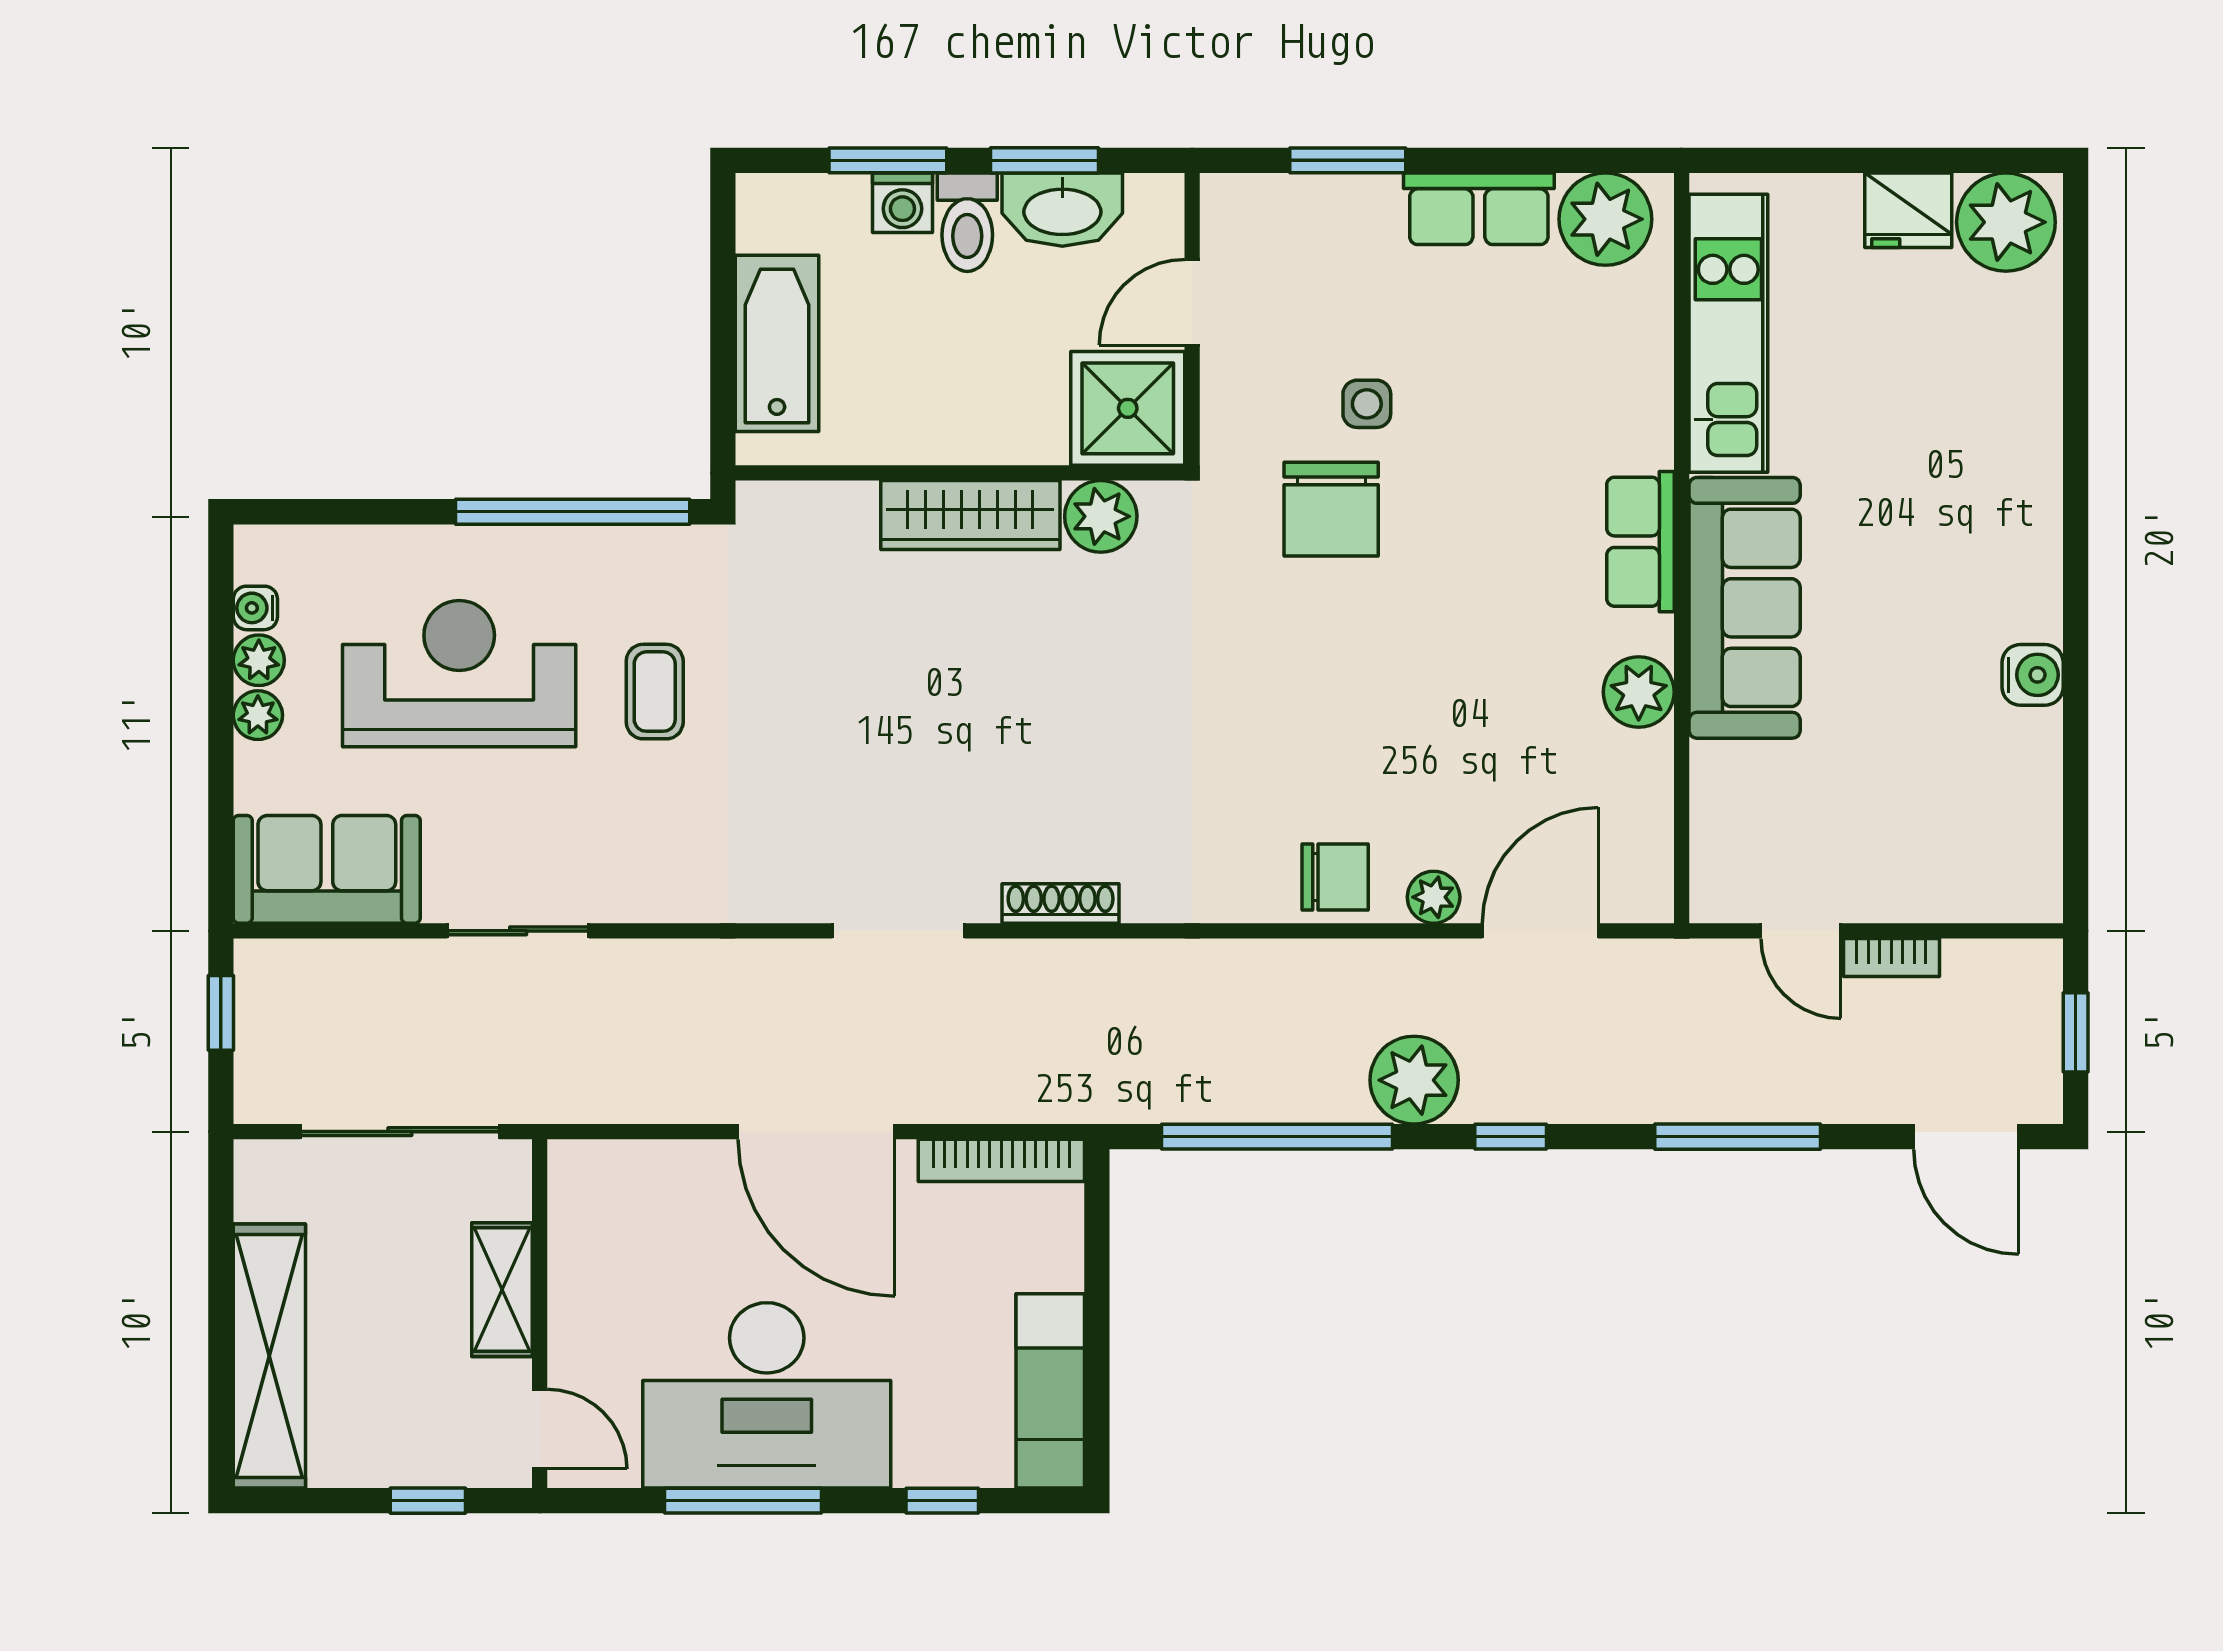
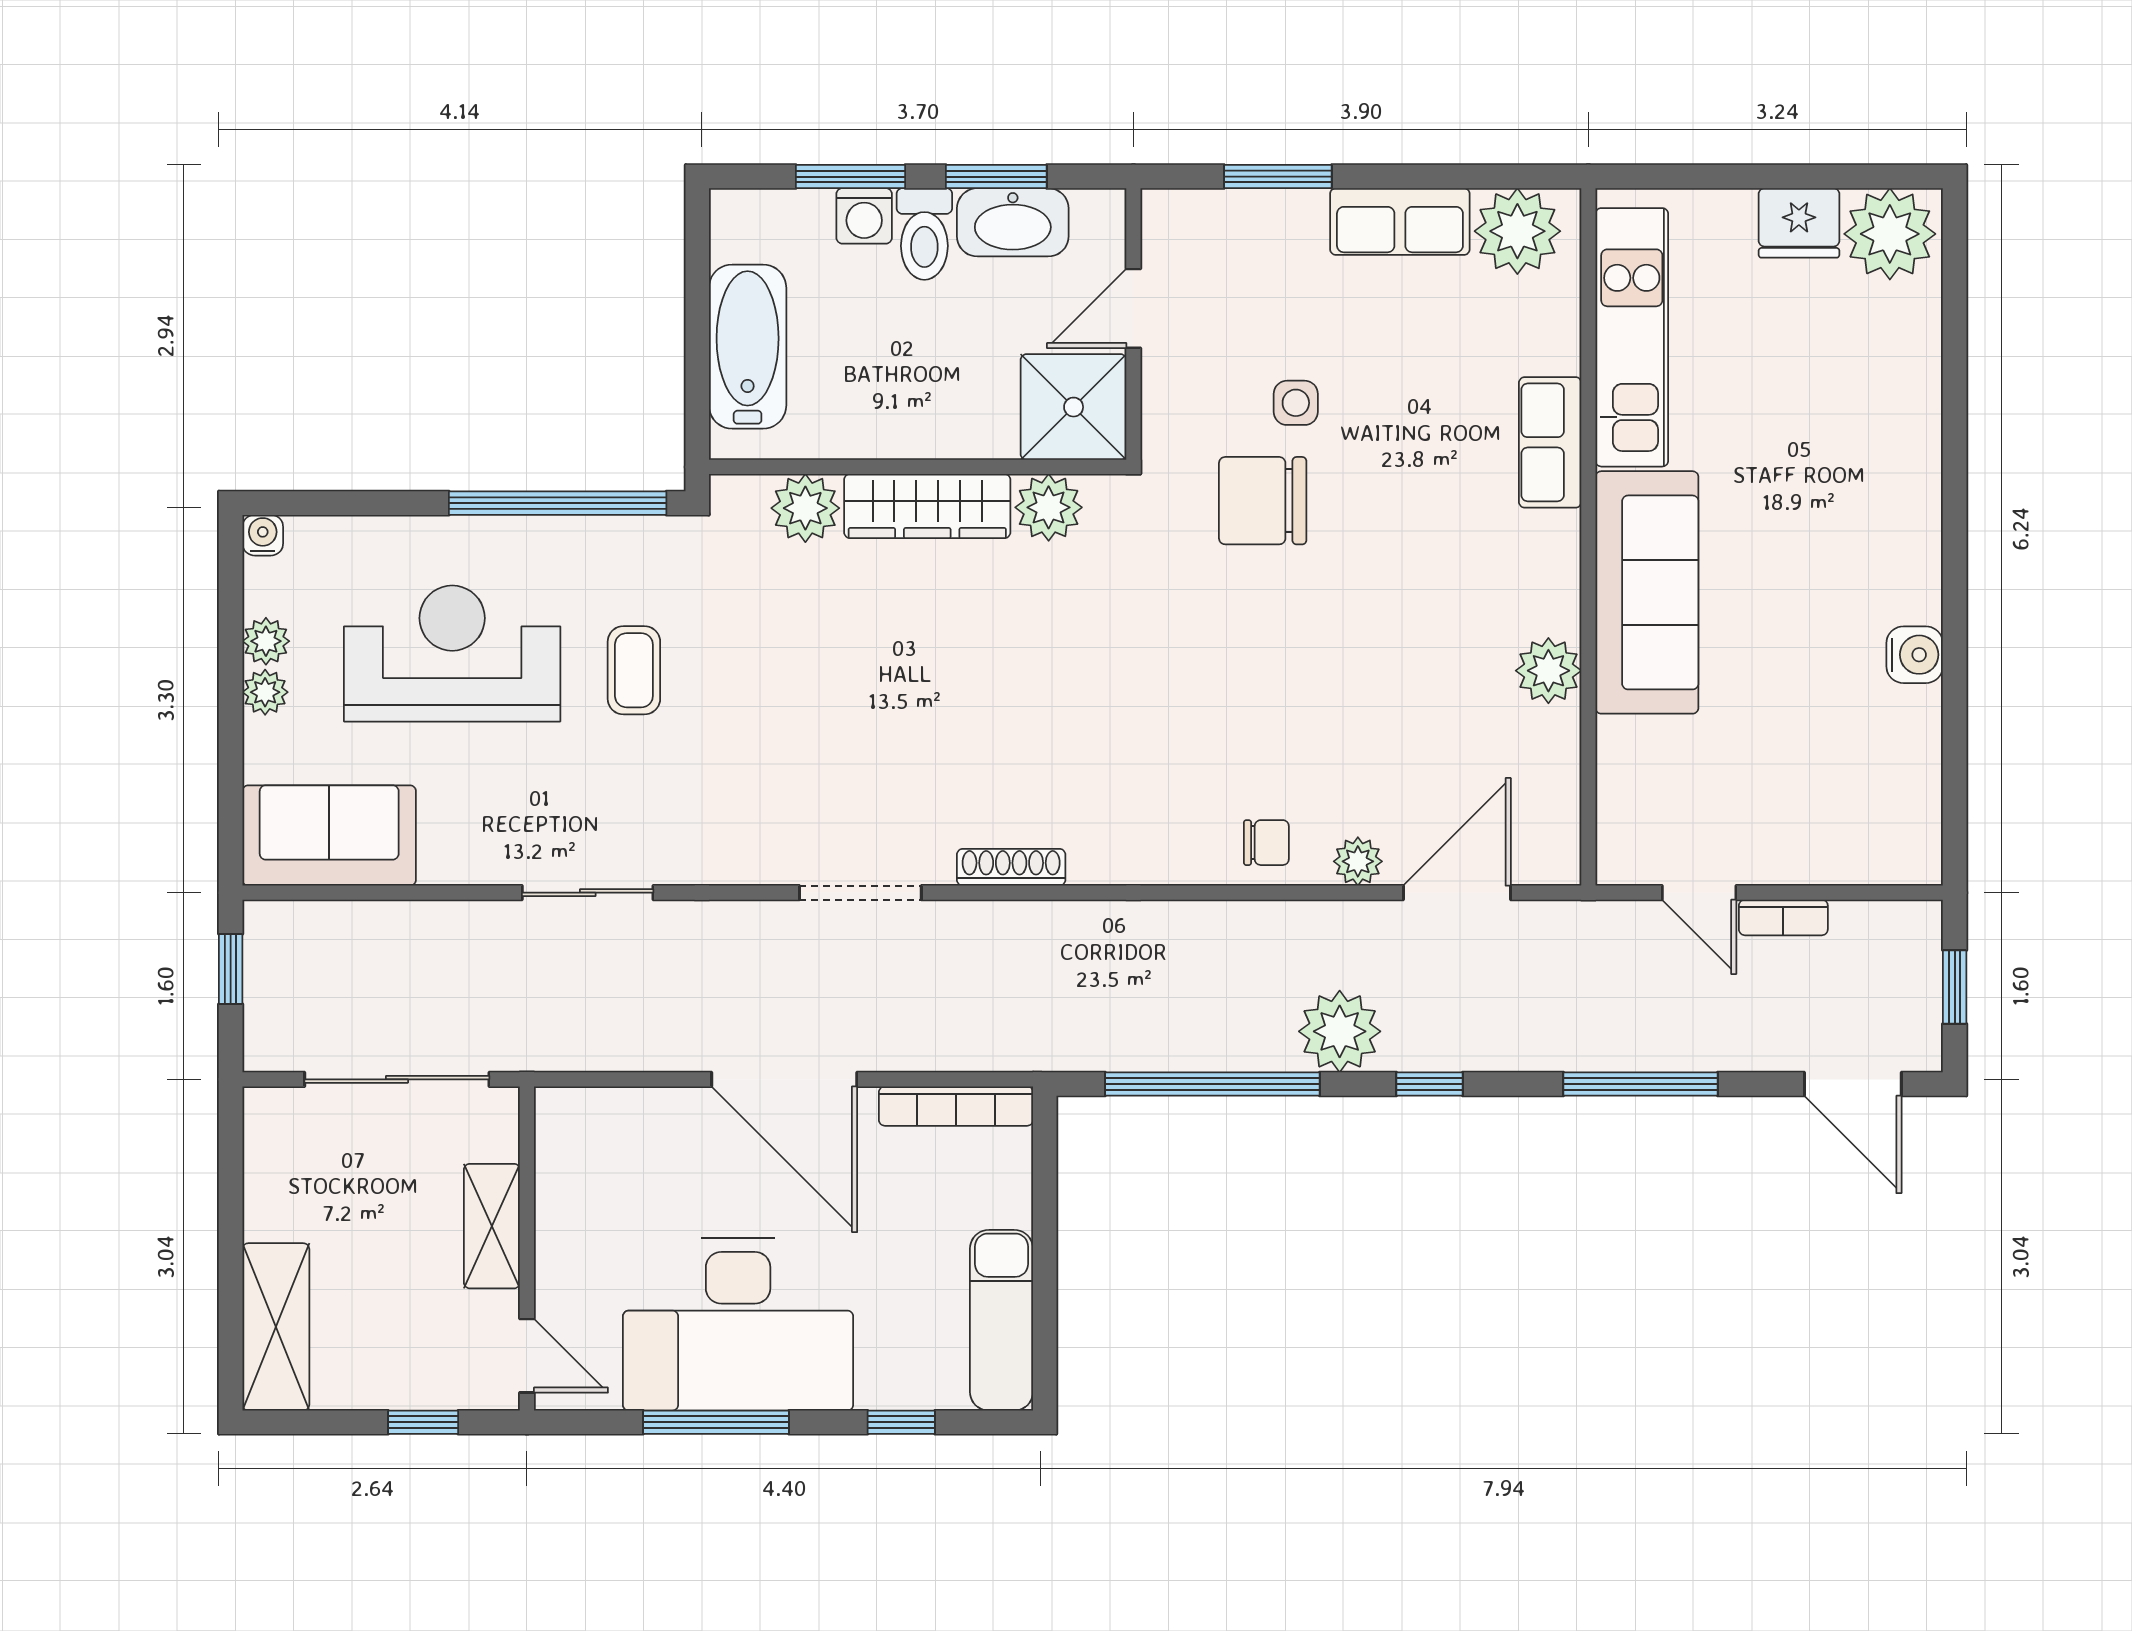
chair: (1331, 509) -> (1263, 501), turned 90
plant: (839, 517) -> (805, 508), added
row of seats: (1640, 542) -> (1550, 442), moved
water cooler: (255, 608) -> (263, 535), moved, turned 90
chair: (1335, 877) -> (1266, 843), width x0.73, depth x0.73
sliding door: (518, 931) -> (588, 893), moved
shelving: (269, 1356) -> (276, 1327), width x0.68

